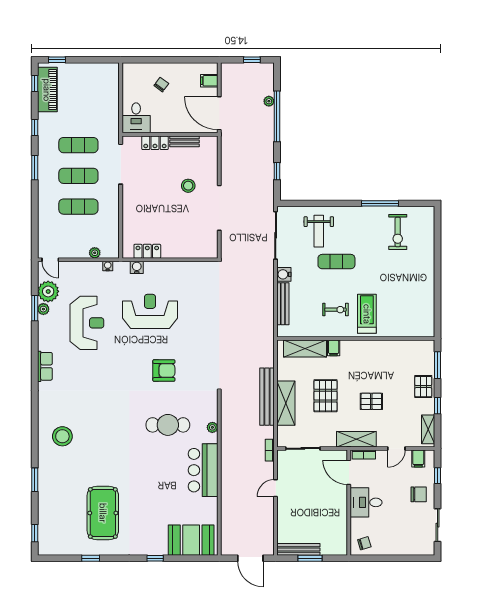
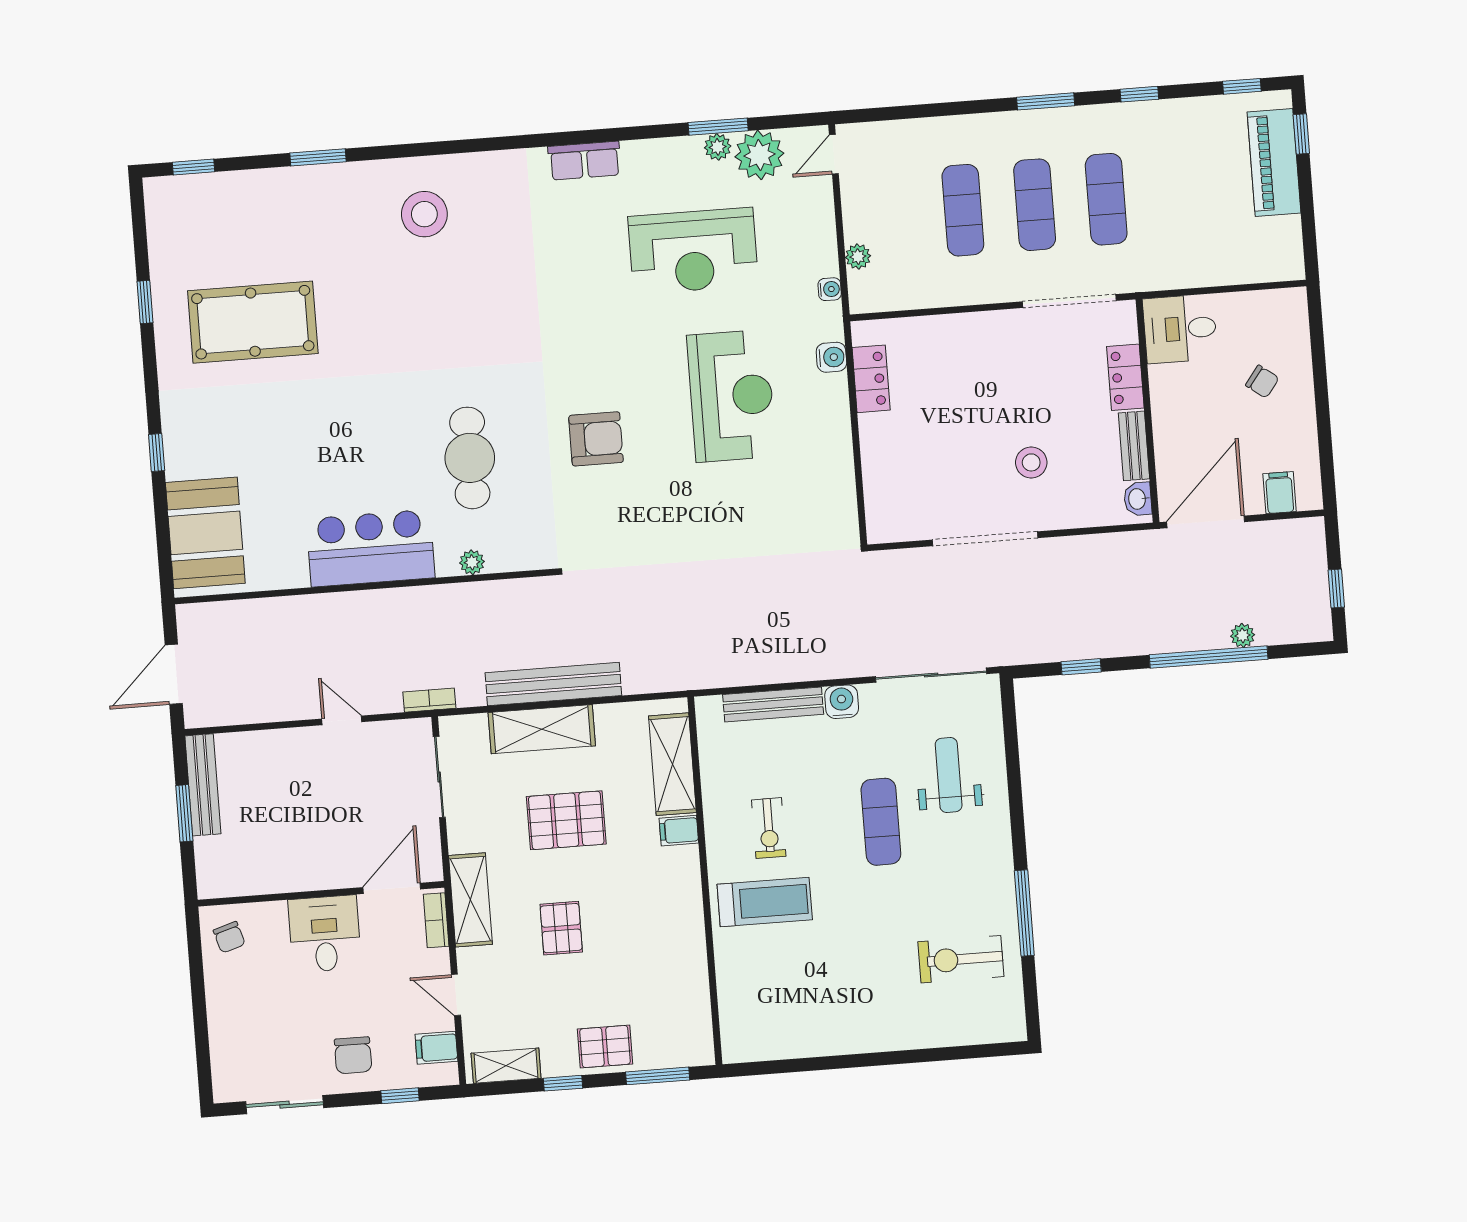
piano: (47, 90) -> (1274, 162), moved, turned 90
washbasin: (207, 141) -> (1138, 499), added
weight bench: (319, 231) -> (949, 775), turned 90
armchair: (164, 370) -> (596, 439), turned -90

